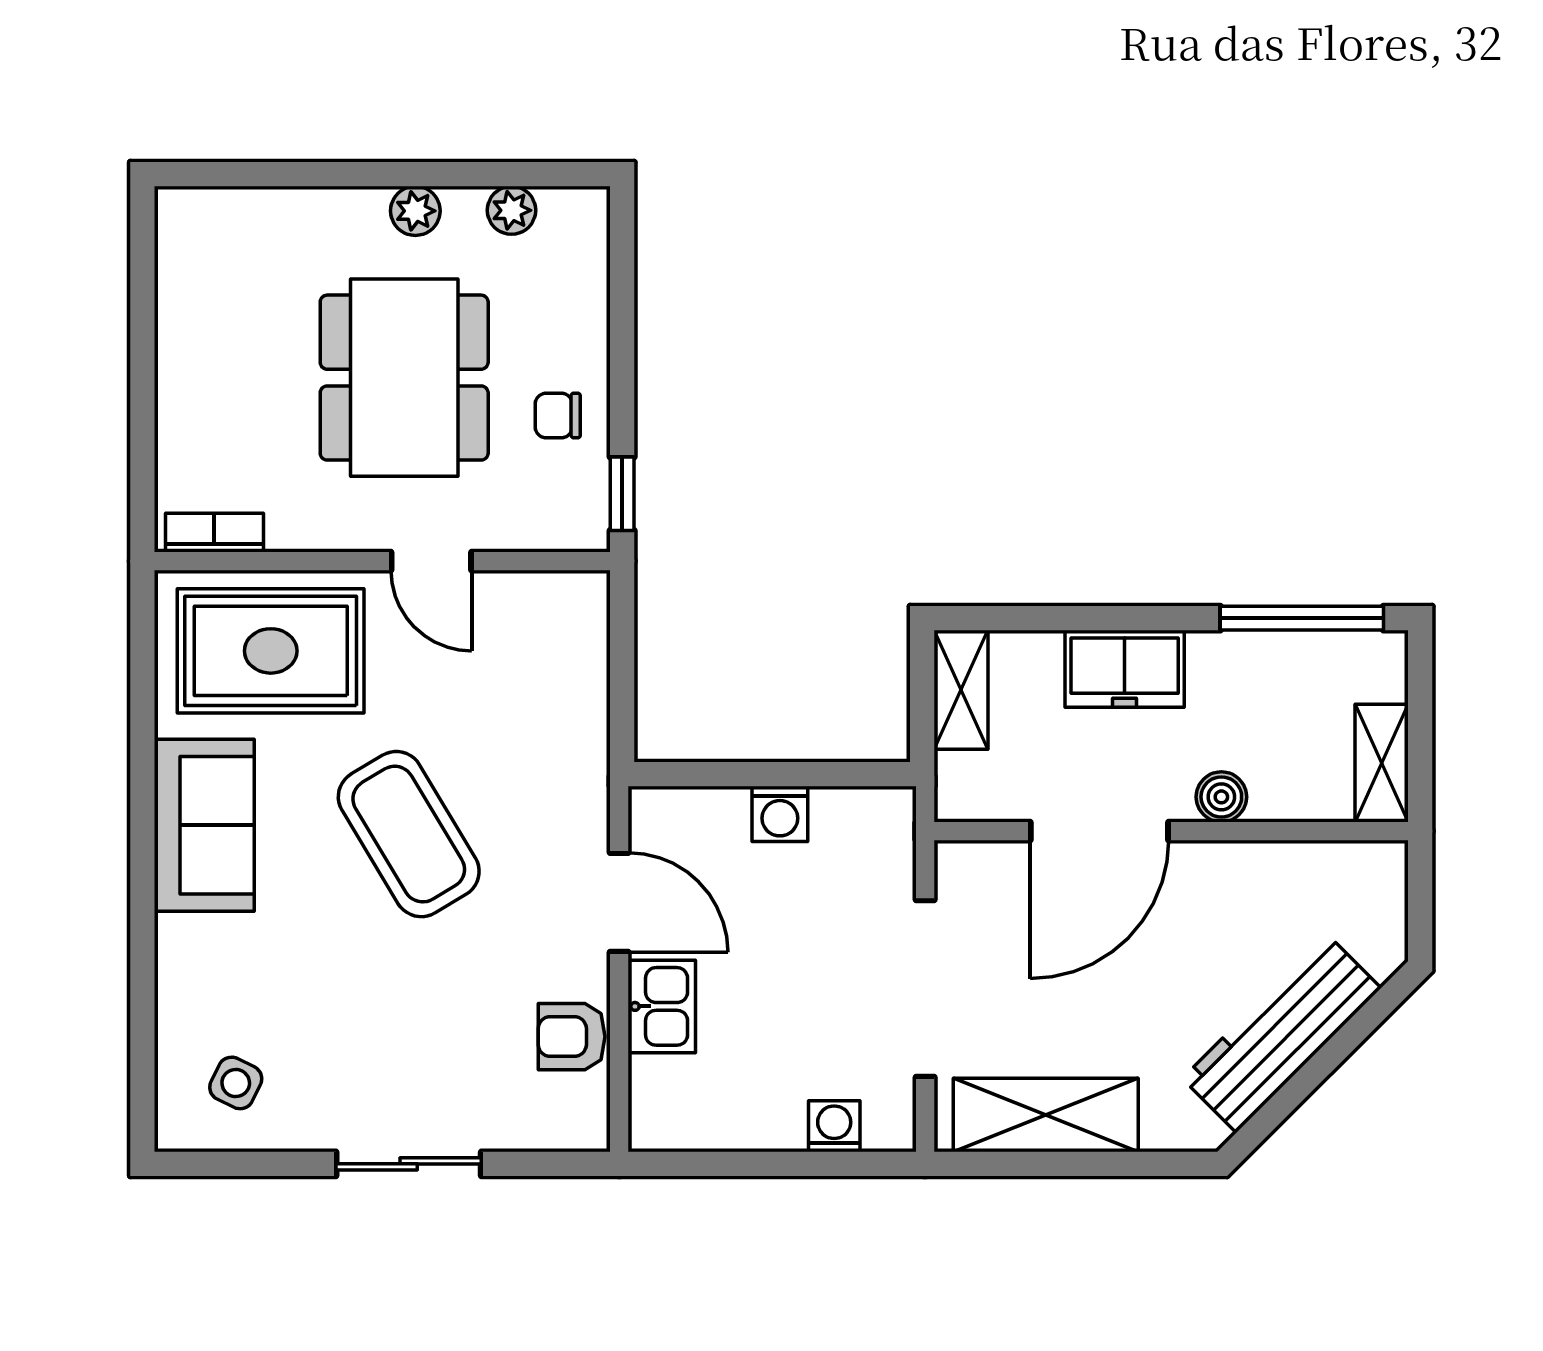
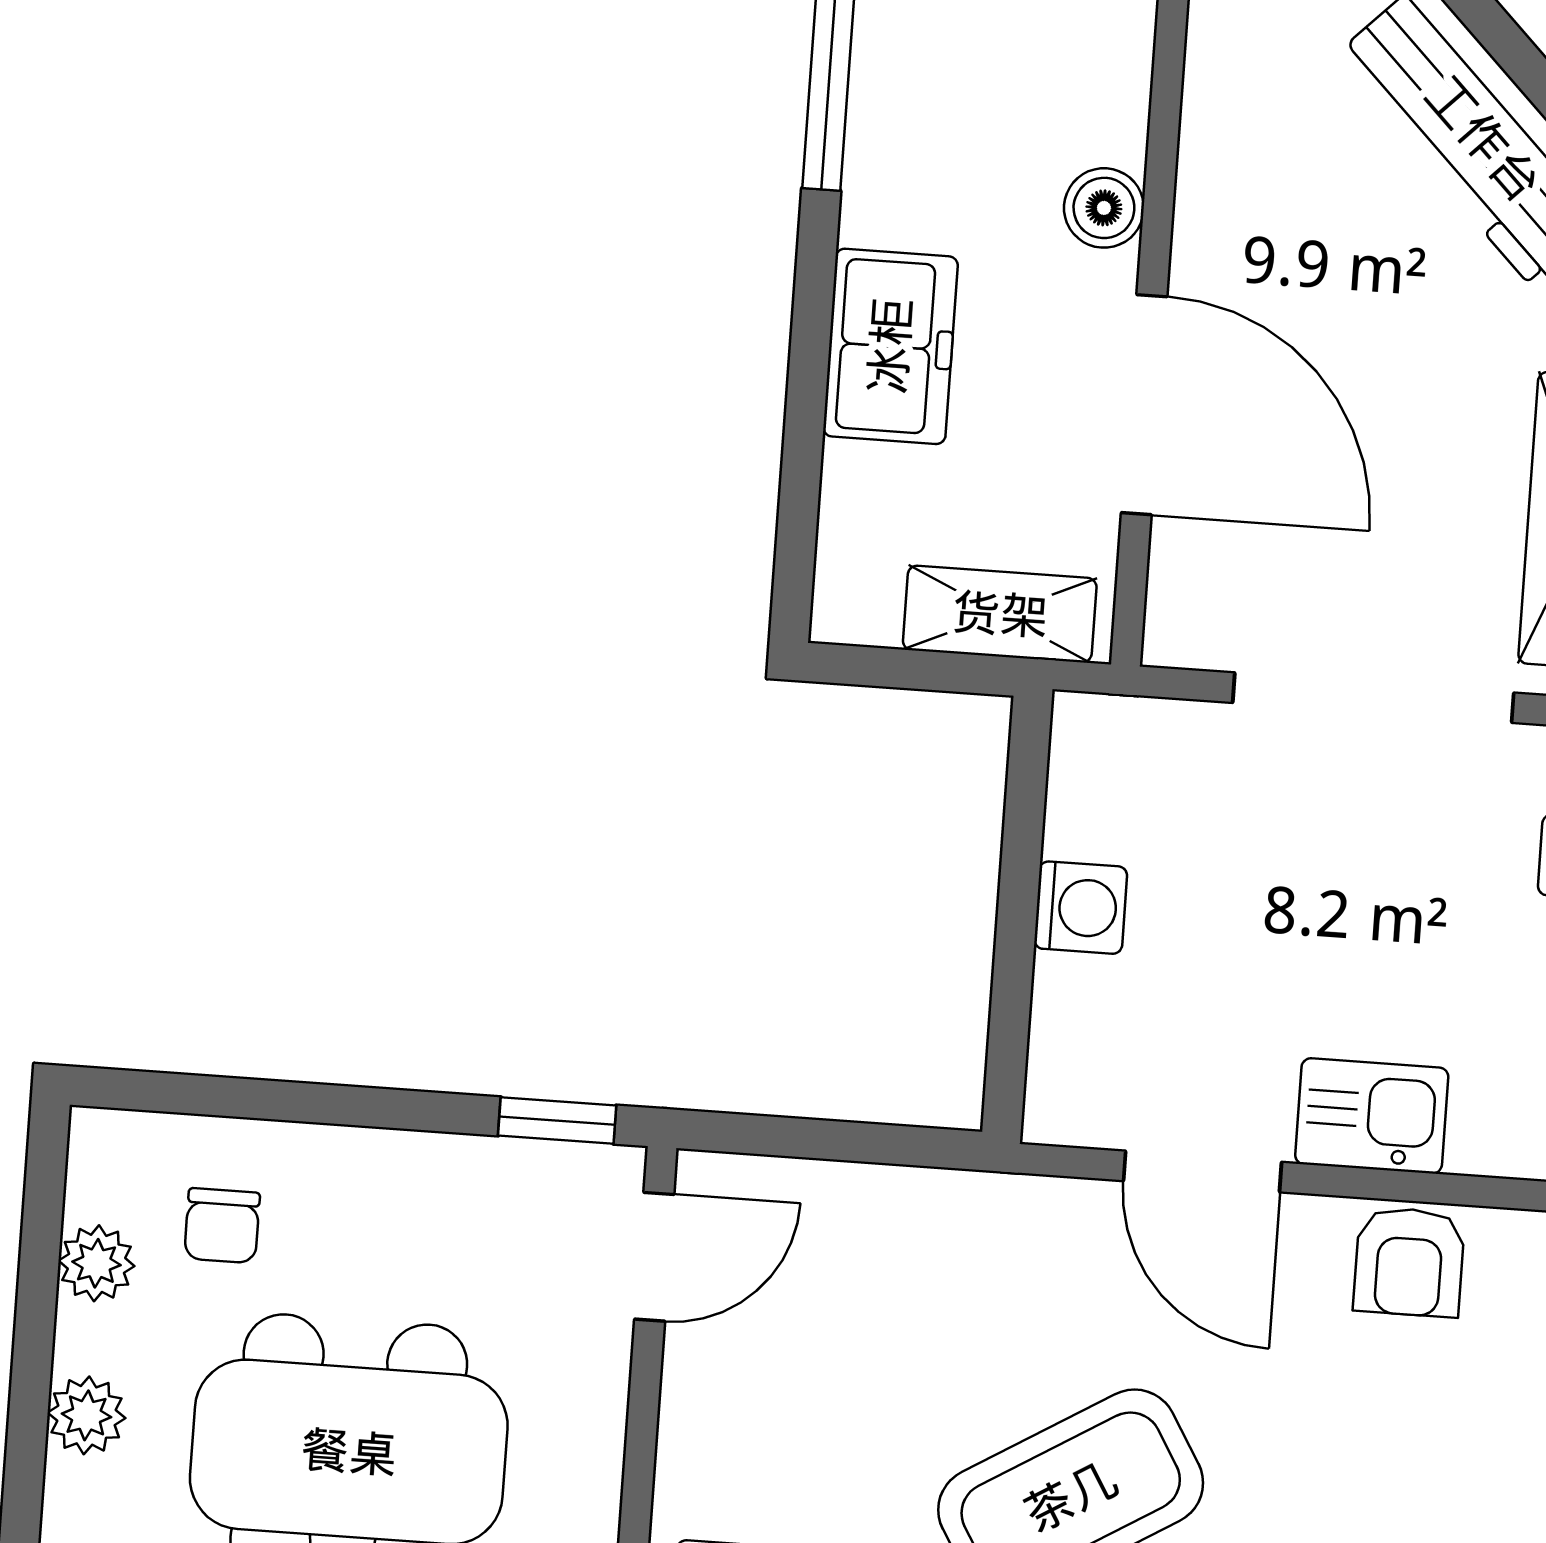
chair: (558, 416) -> (222, 1226), moved
door: (431, 561) -> (654, 1257), moved
shelving: (961, 690) -> (1000, 614), moved
door: (619, 902) -> (1203, 1171), swing flipped

